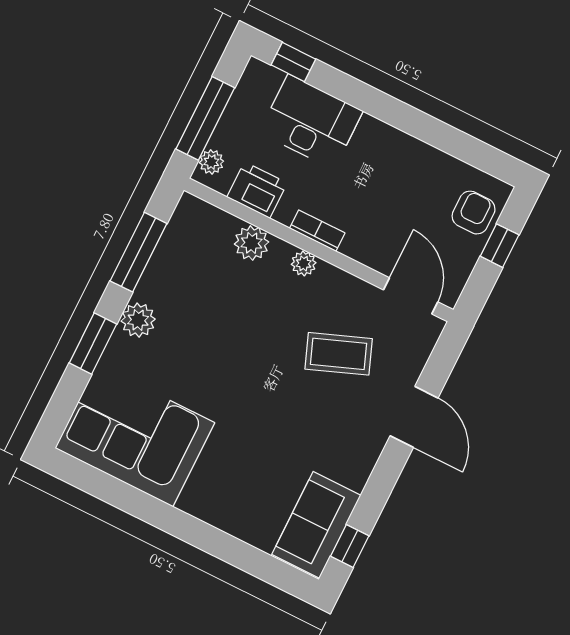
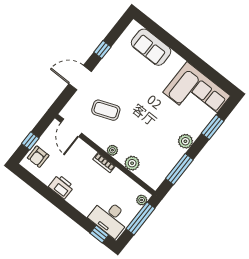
desk: (311, 122) -> (110, 218), moved
printer: (257, 190) -> (61, 187), moved, turned 180
window: (93, 344) -> (213, 127), moved
door: (414, 417) -> (80, 78), hinge flipped
sofa: (316, 525) -> (151, 47), moved, turned 90
window: (350, 546) -> (102, 50), moved

